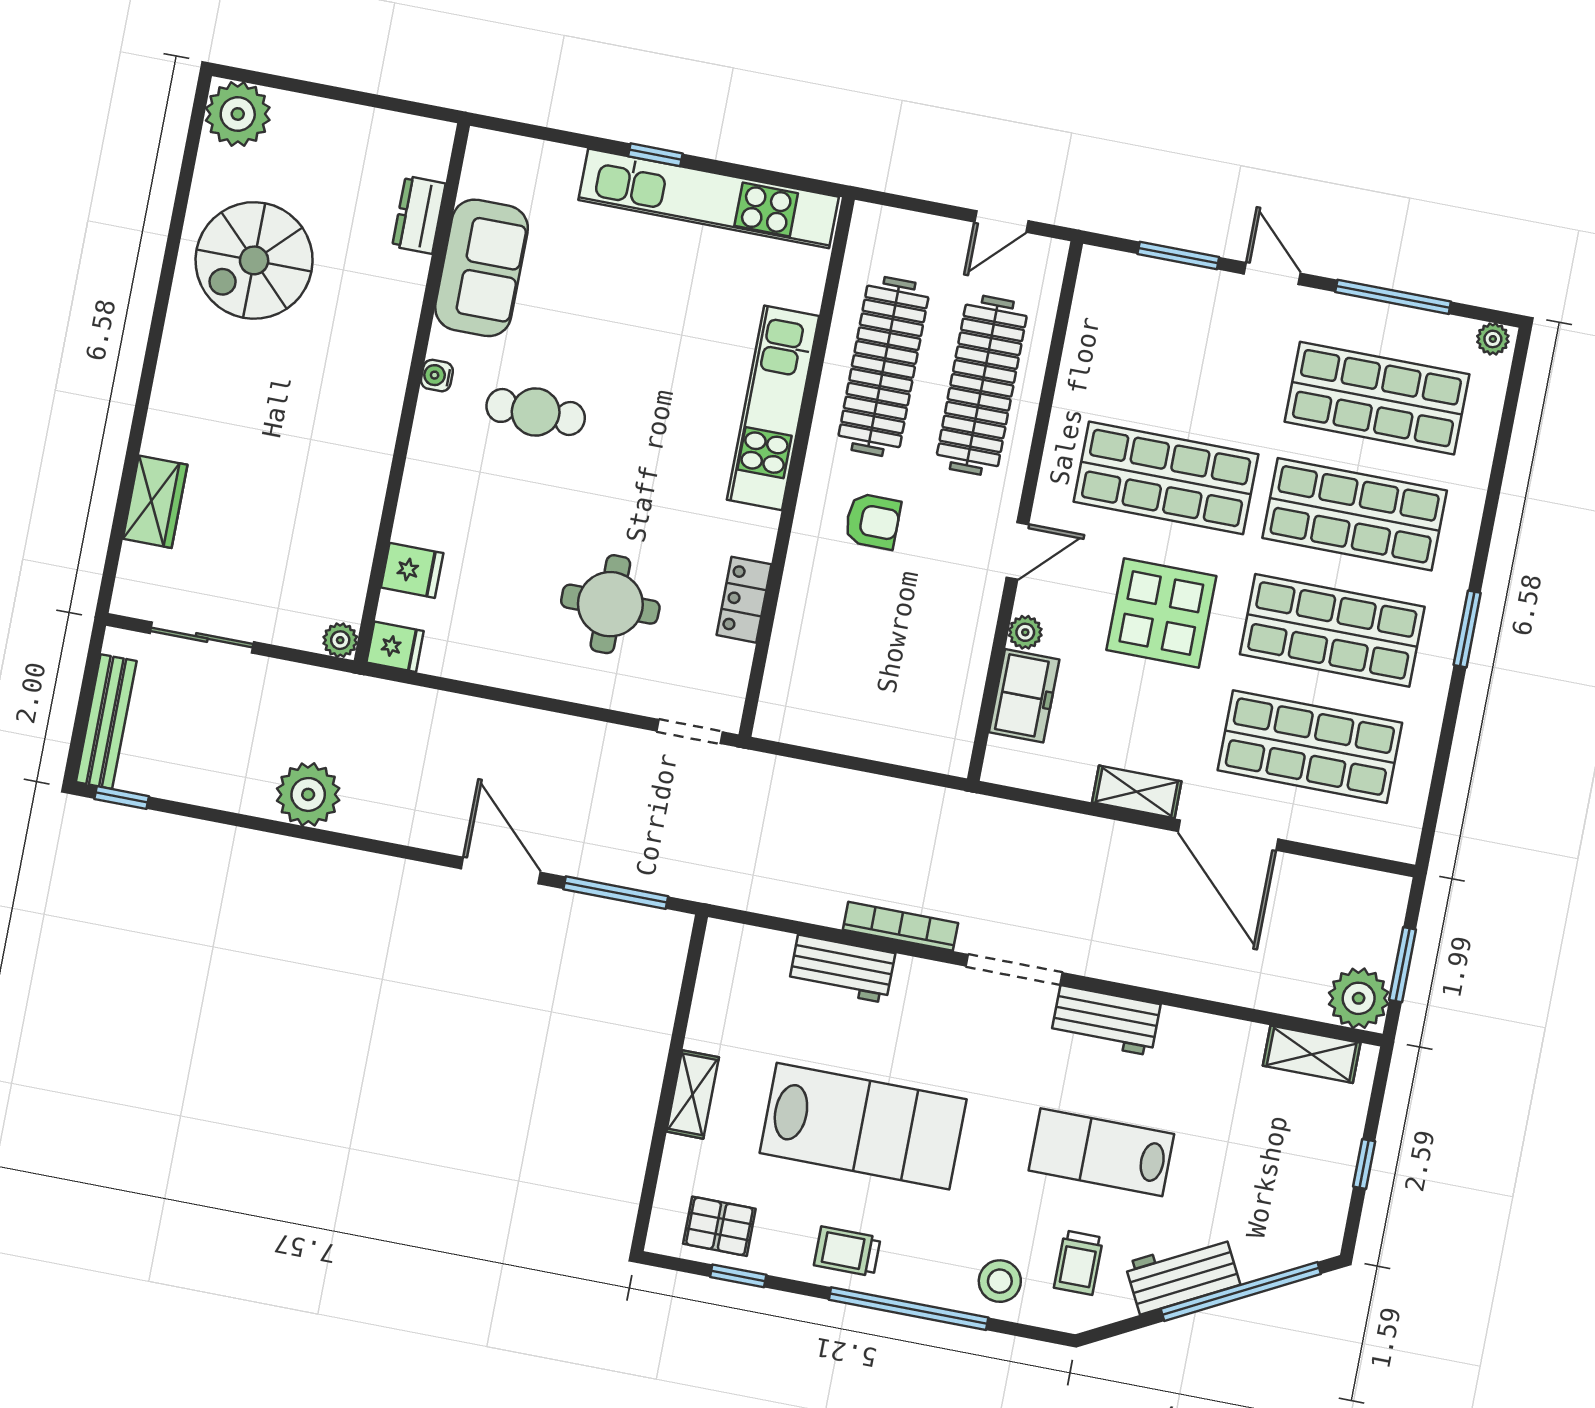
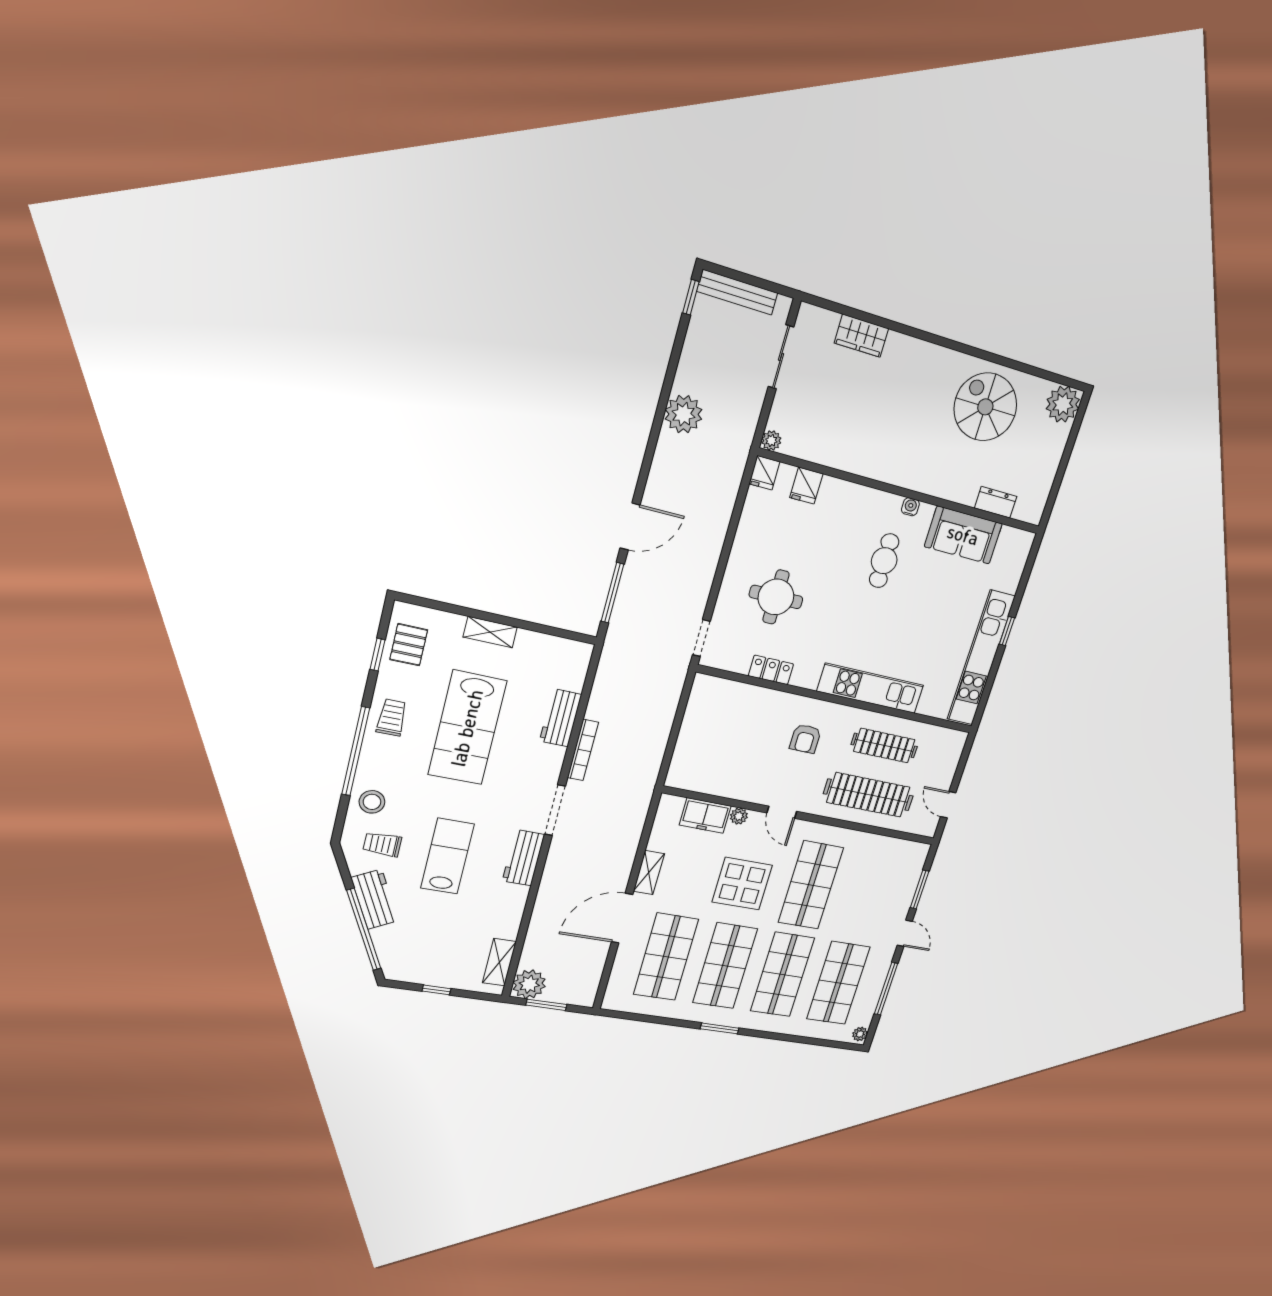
door: (1272, 274) -> (905, 933), hinge flipped
clothes rail: (883, 366) -> (884, 746), width x0.73, depth x0.76

